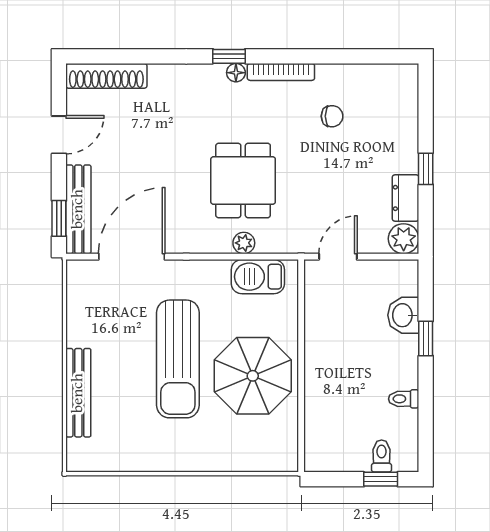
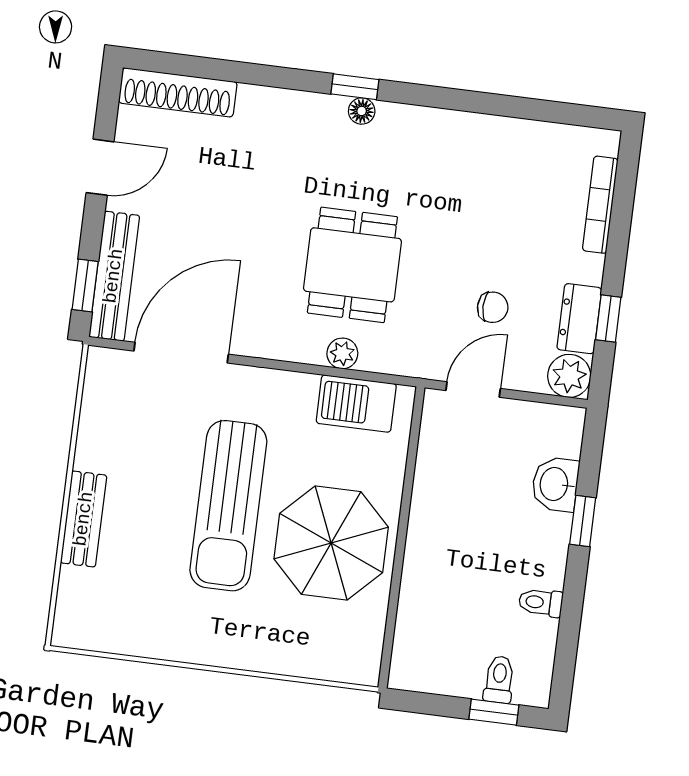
bookcase: (281, 72) -> (600, 205), moved, turned 90
chair: (332, 116) -> (493, 307), moved
window: (426, 169) -> (608, 318), moved
bench: (78, 393) -> (84, 519), width x0.73

